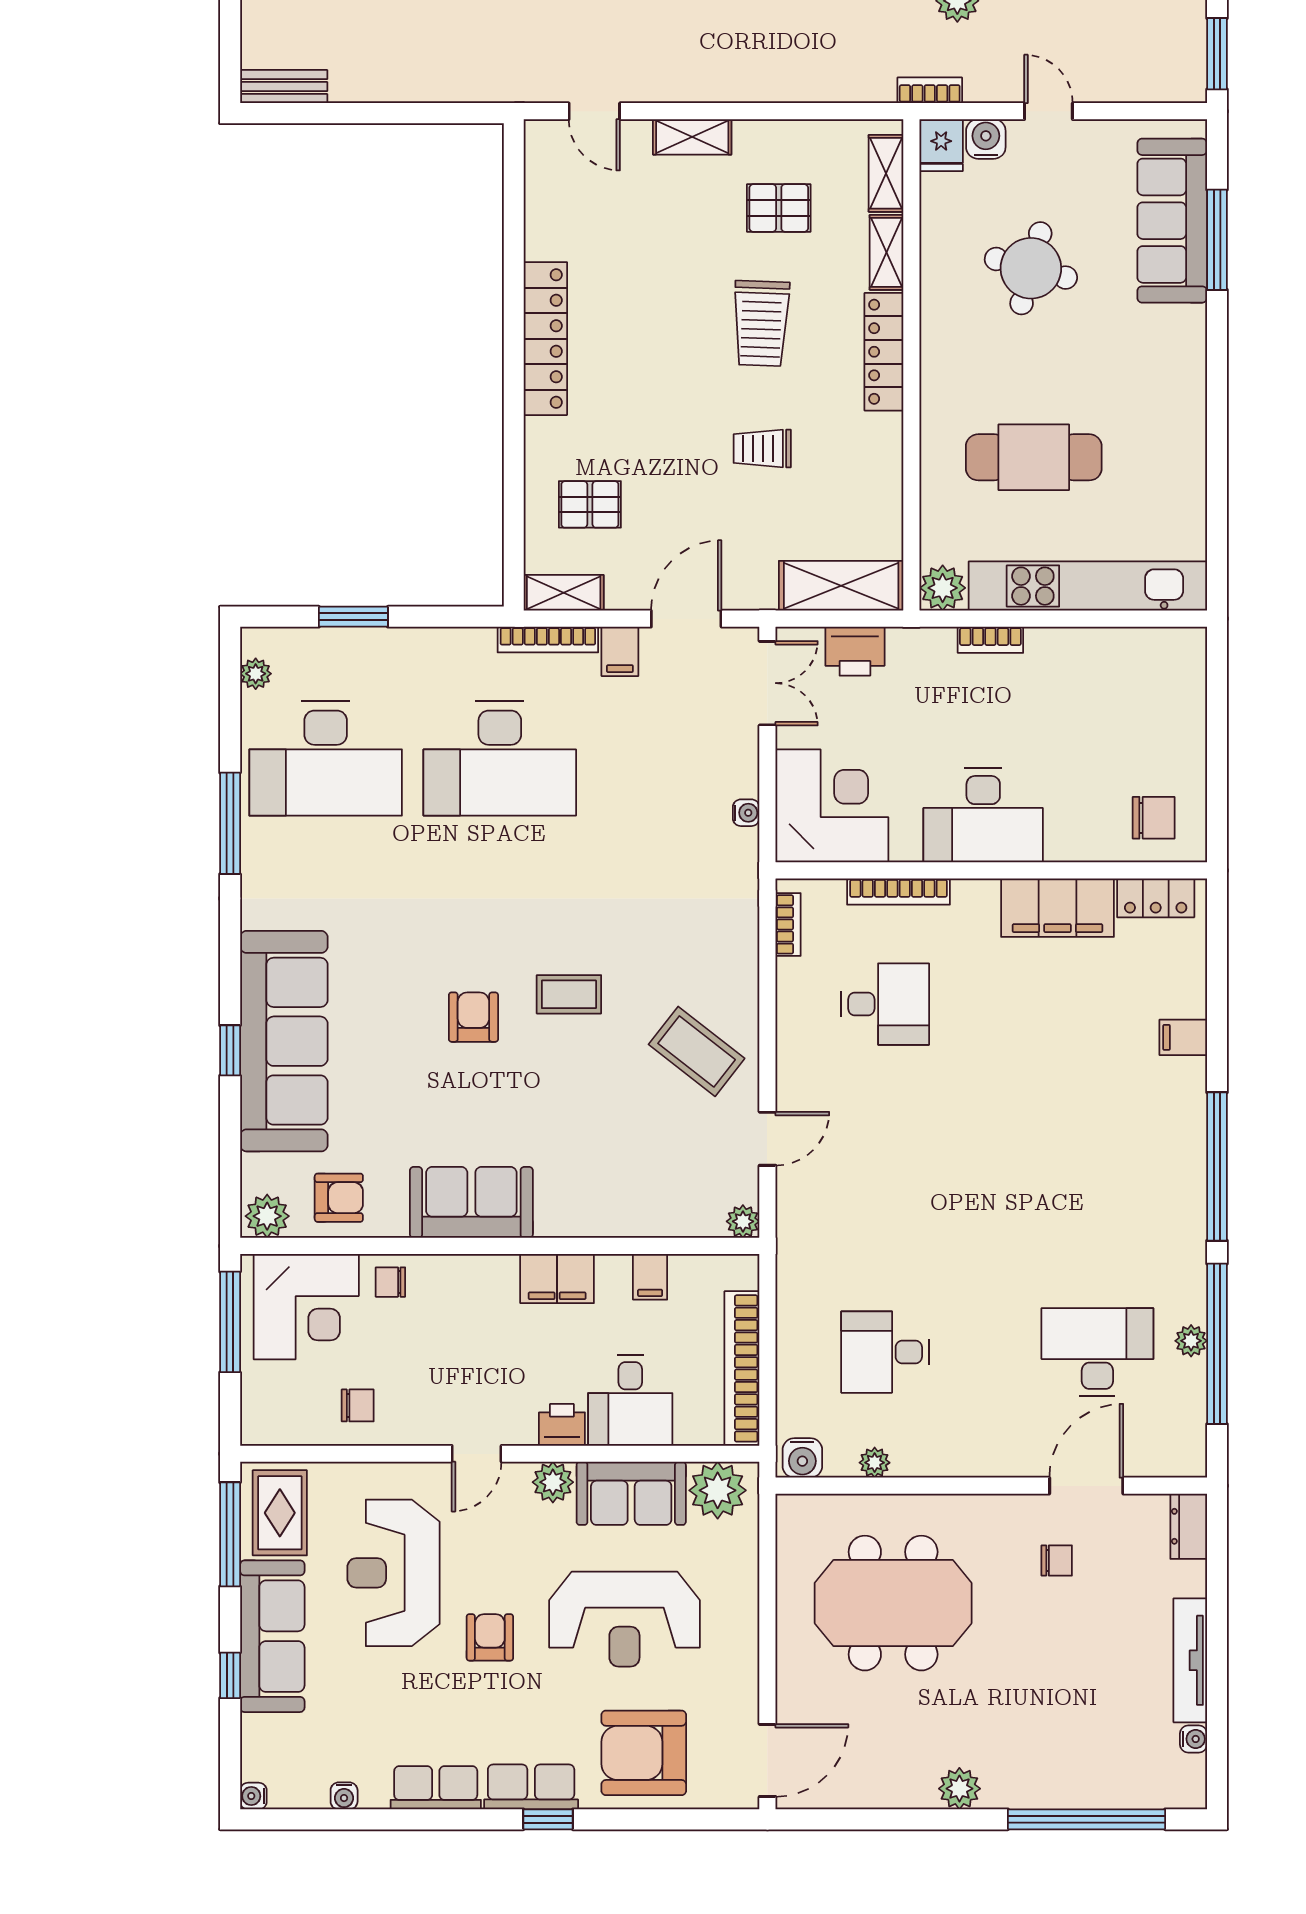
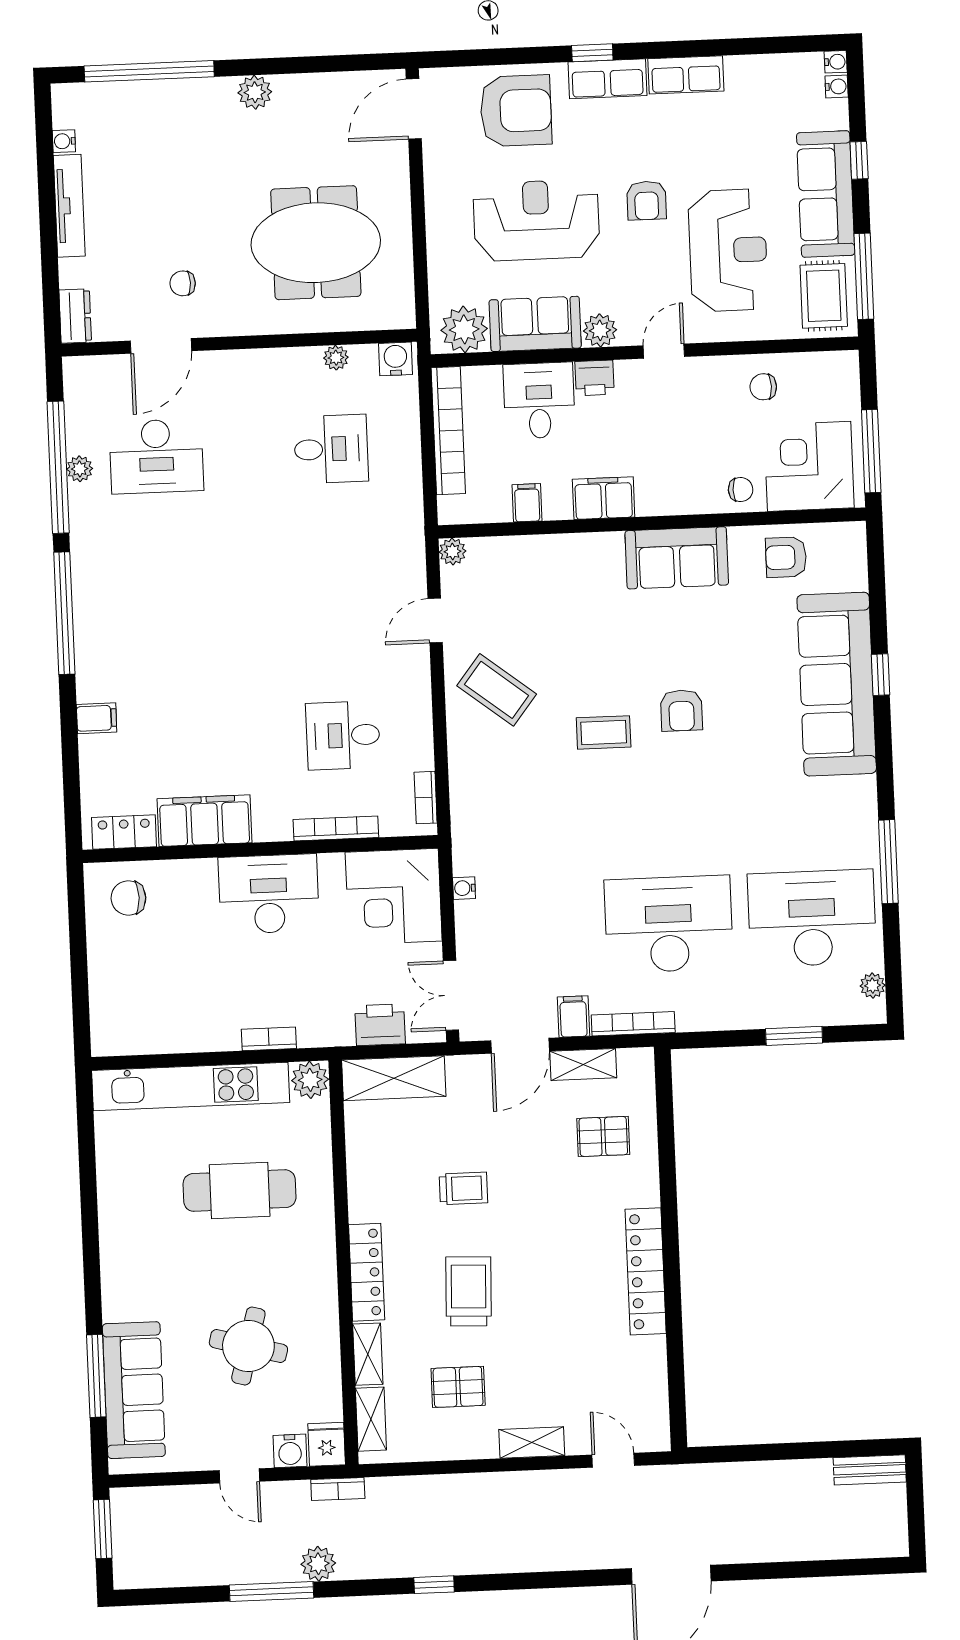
shelving: (564, 593) -> (583, 1064), moved
plant: (267, 1216) -> (844, 540), removed
water cooler: (344, 1796) -> (837, 86), moved, turned 90

